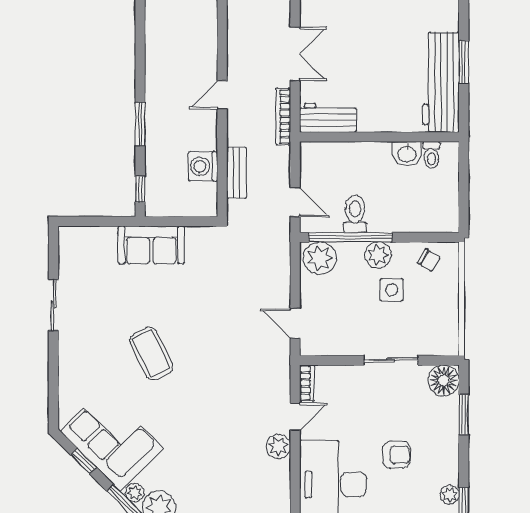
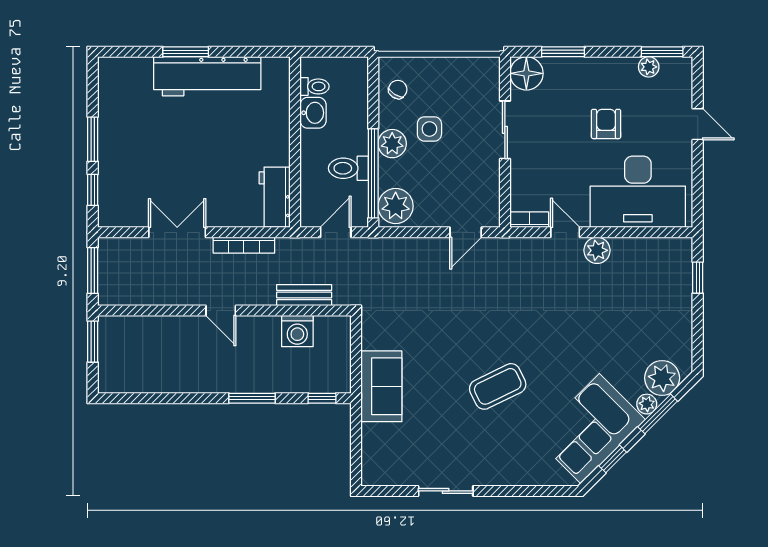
workbench: (328, 118) -> (275, 197), moved
wall: (379, 137) -> (295, 142), moved
washbasin: (407, 154) -> (313, 113), moved
toilet: (431, 155) -> (315, 86), moved

